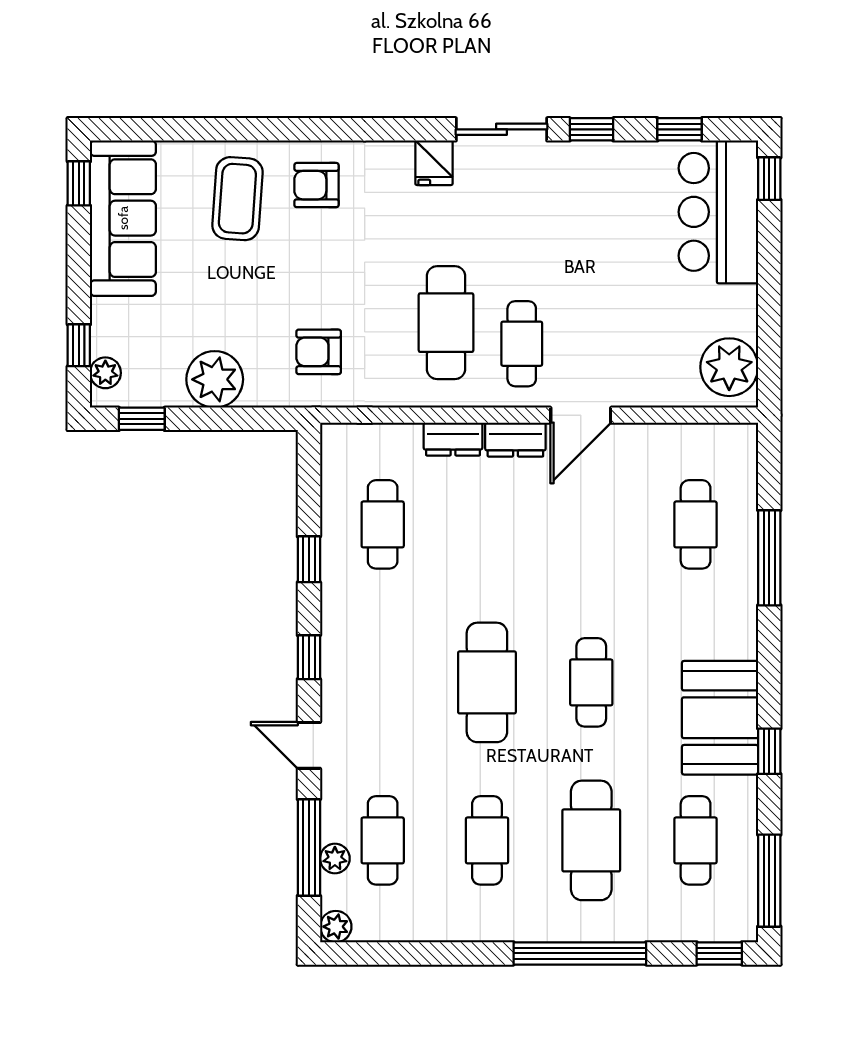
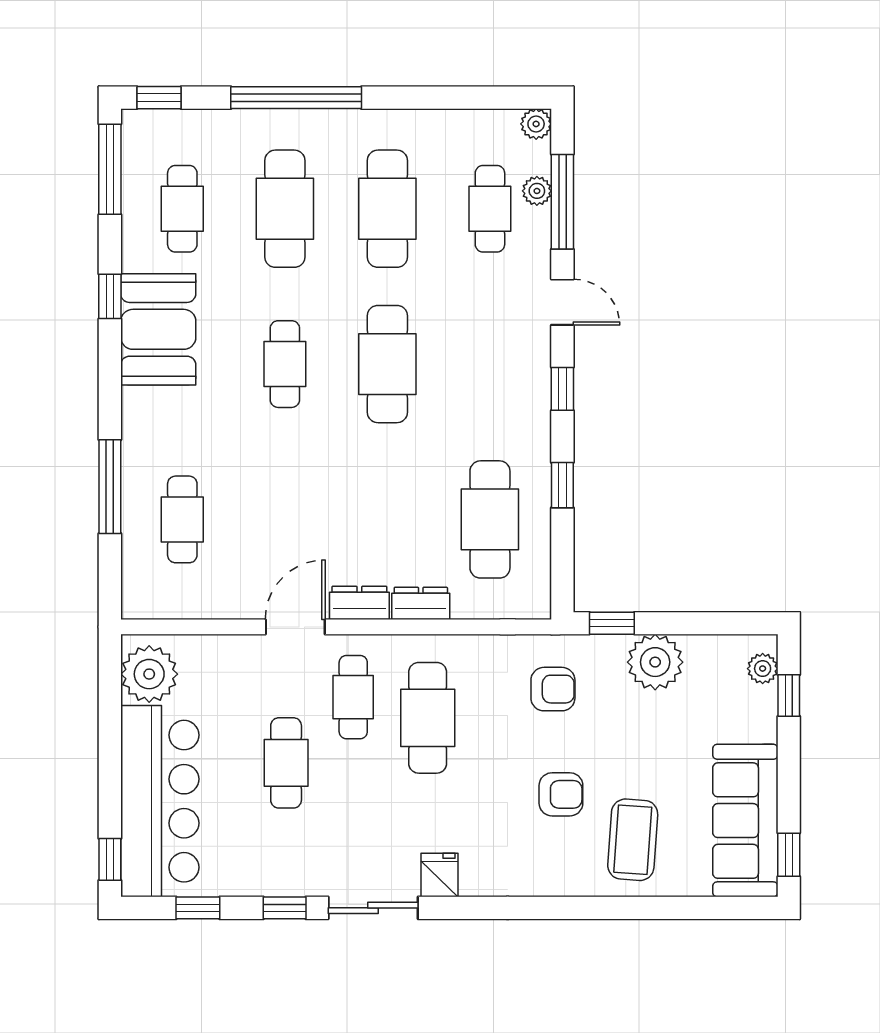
armchair: (317, 185) -> (561, 794), moved
bar counter: (718, 212) -> (160, 801), width x1.36
cafe table: (590, 277) -> (286, 763), added
window: (142, 419) -> (612, 623), moved
cafe table: (383, 524) -> (490, 519), width x1.37, depth x1.35
cafe table: (487, 840) -> (387, 209), width x1.37, depth x1.35

